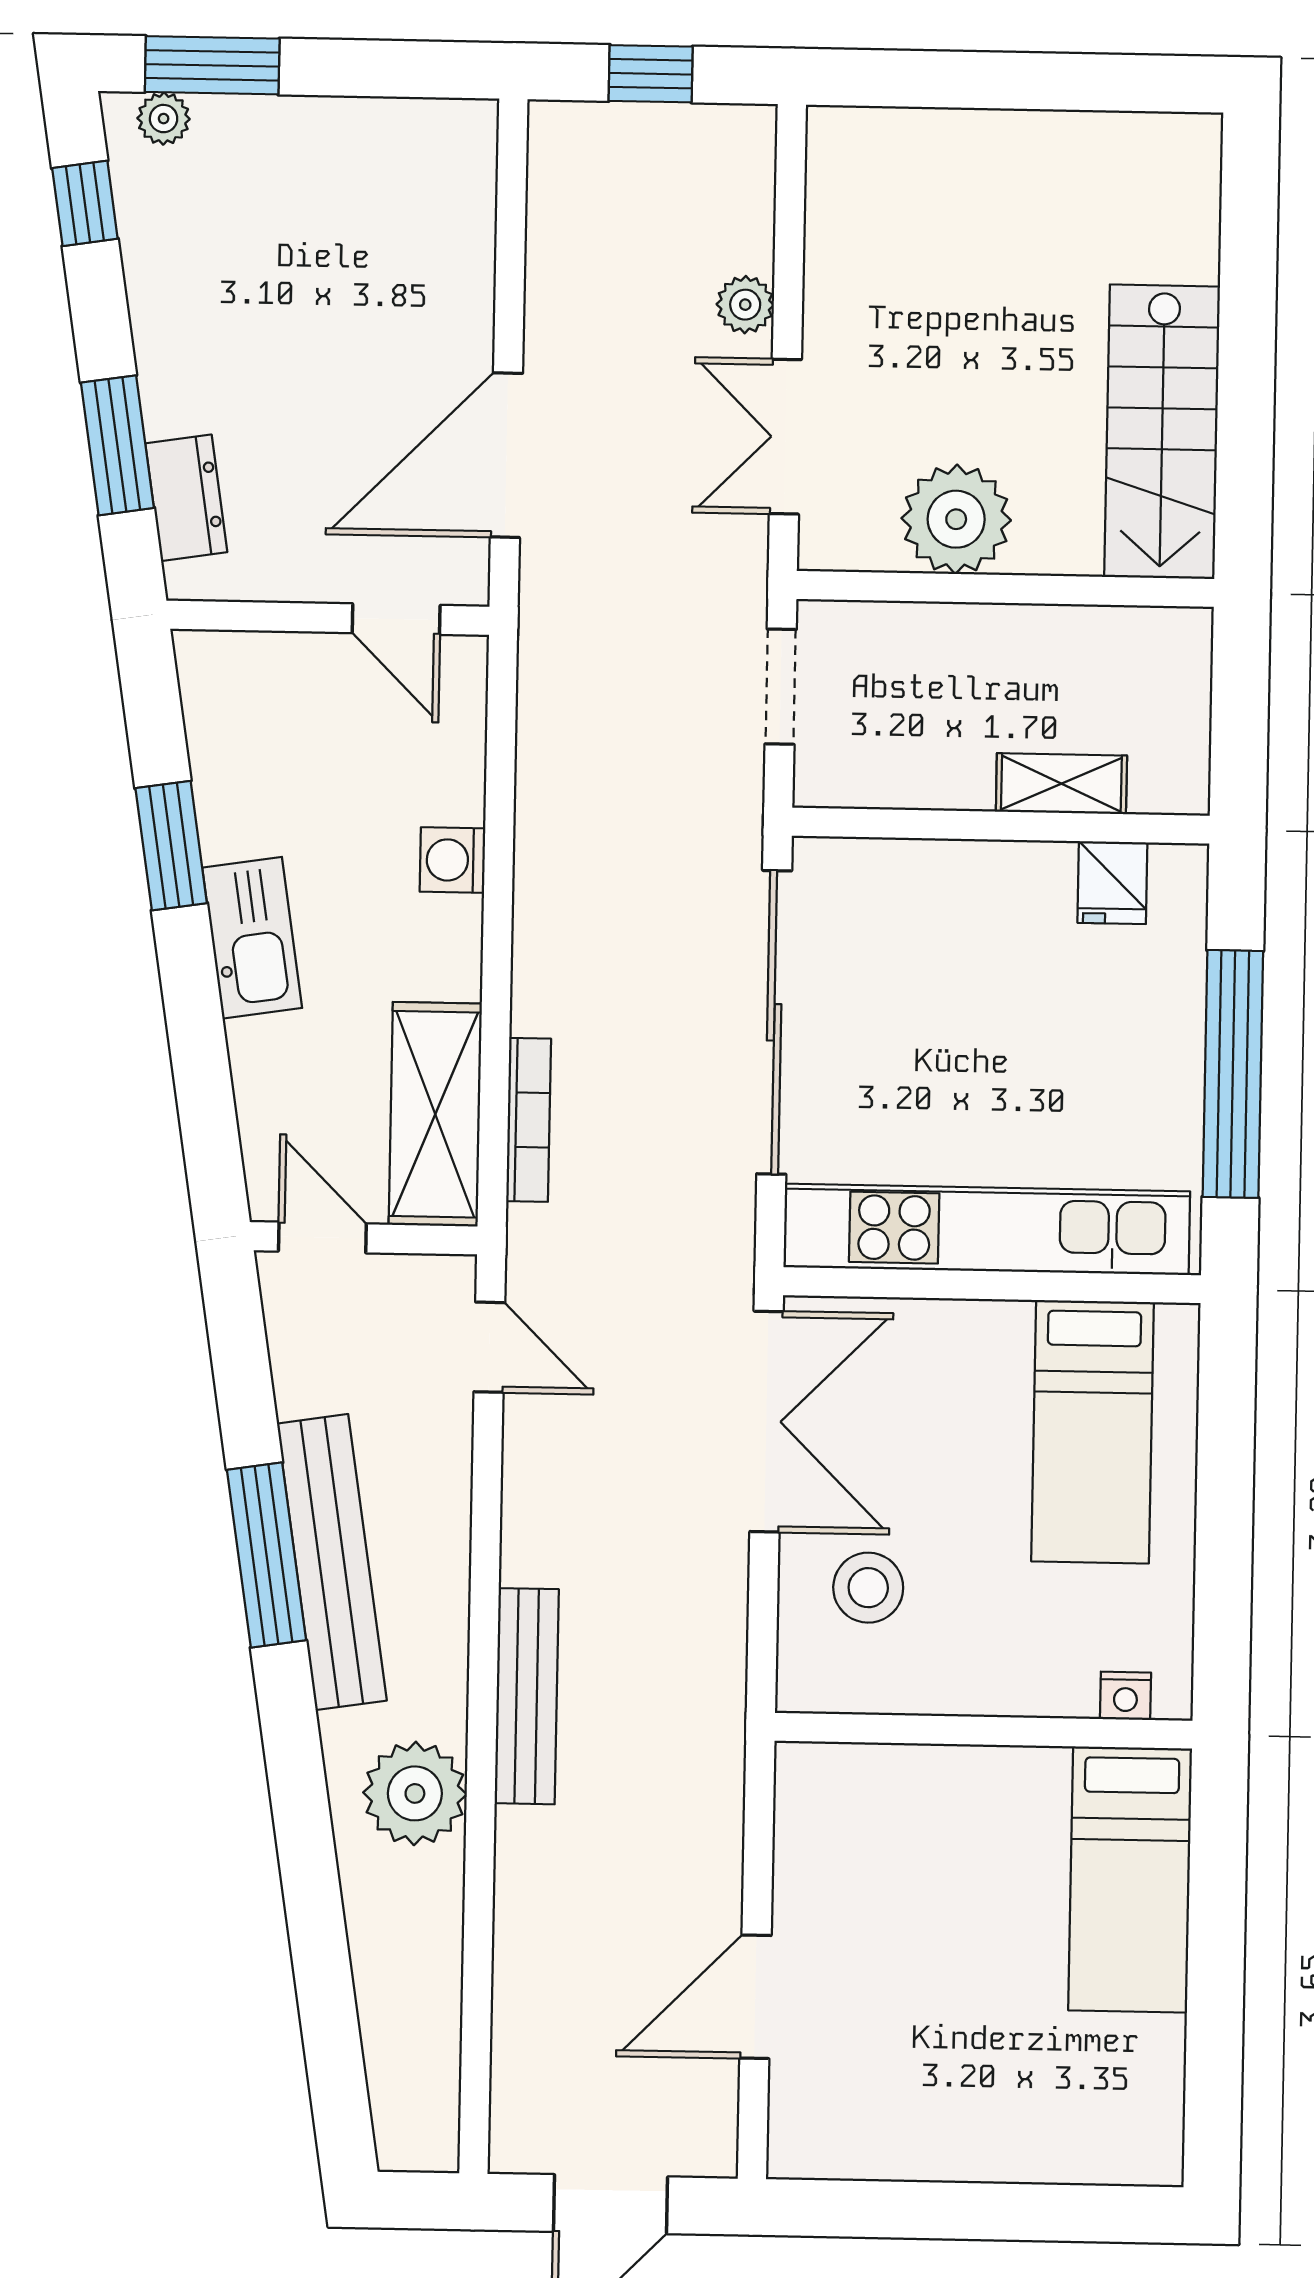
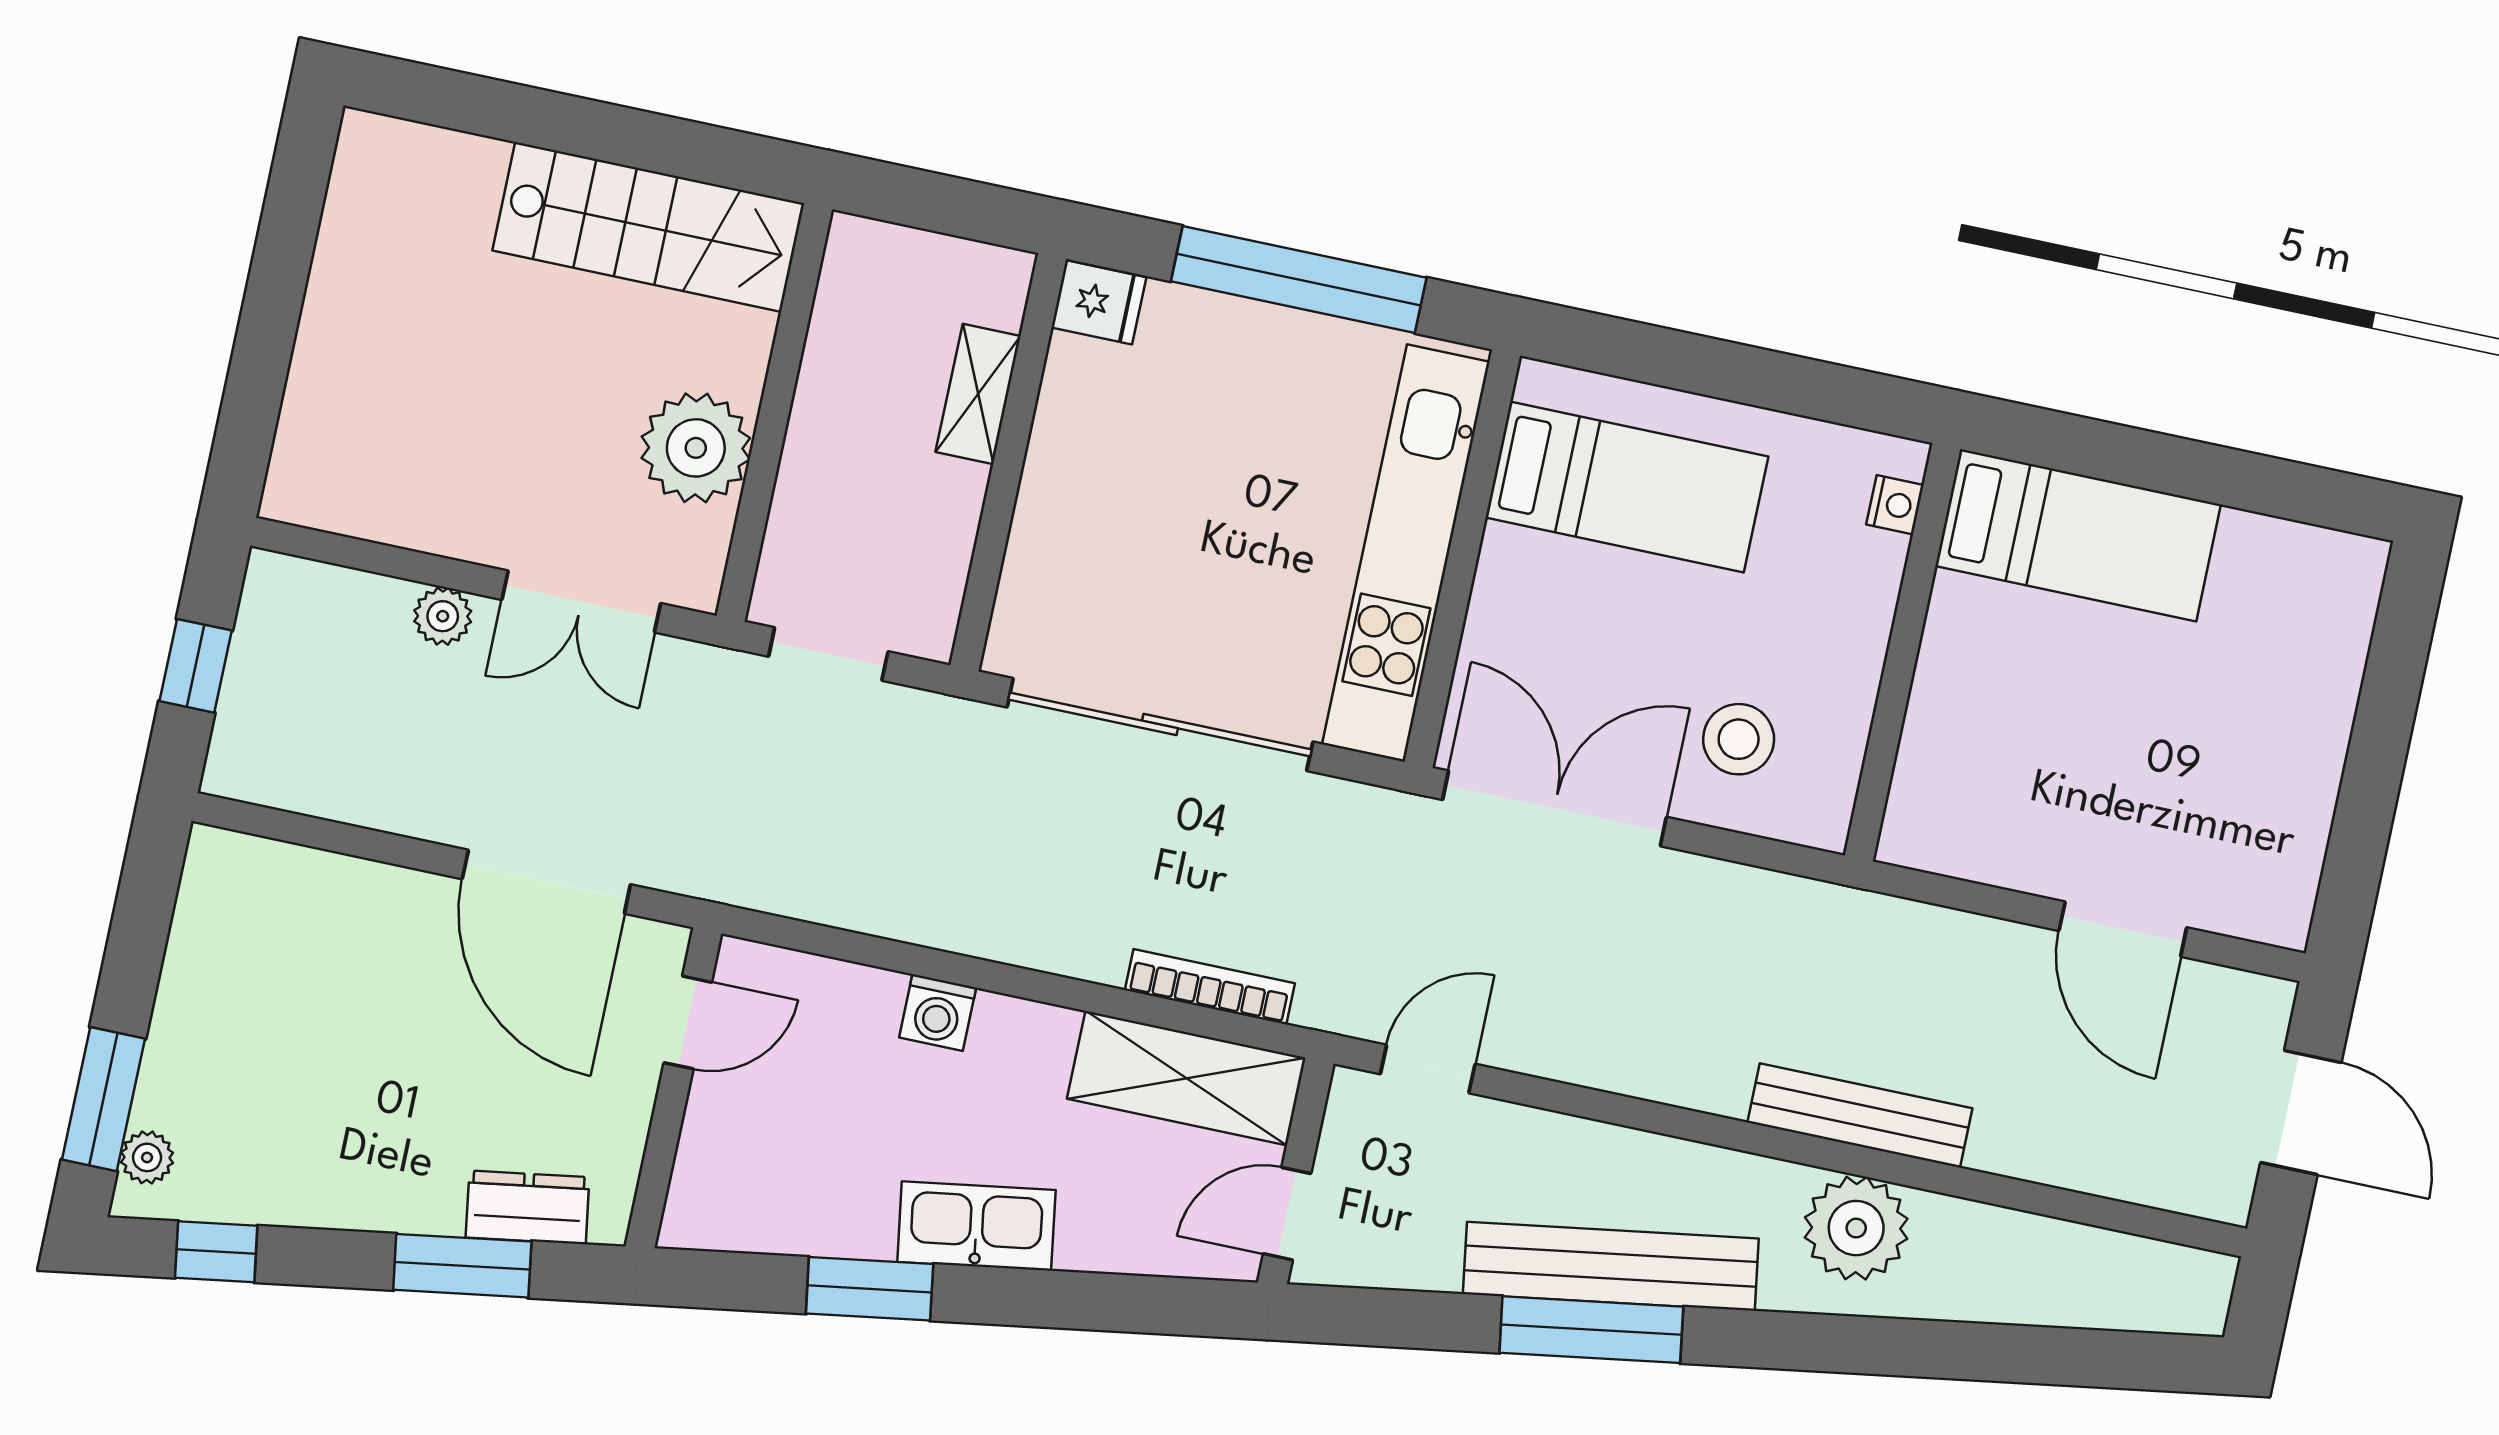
fridge: (1112, 883) -> (1099, 302), moved
bench: (527, 1696) -> (1860, 1115), moved

